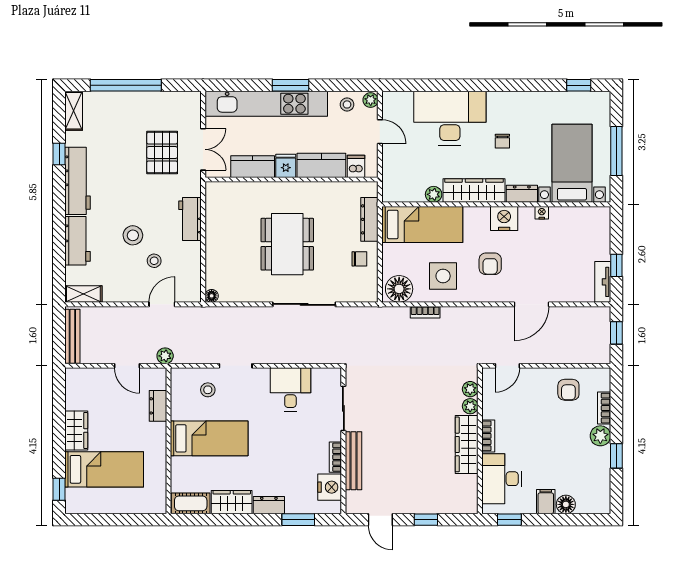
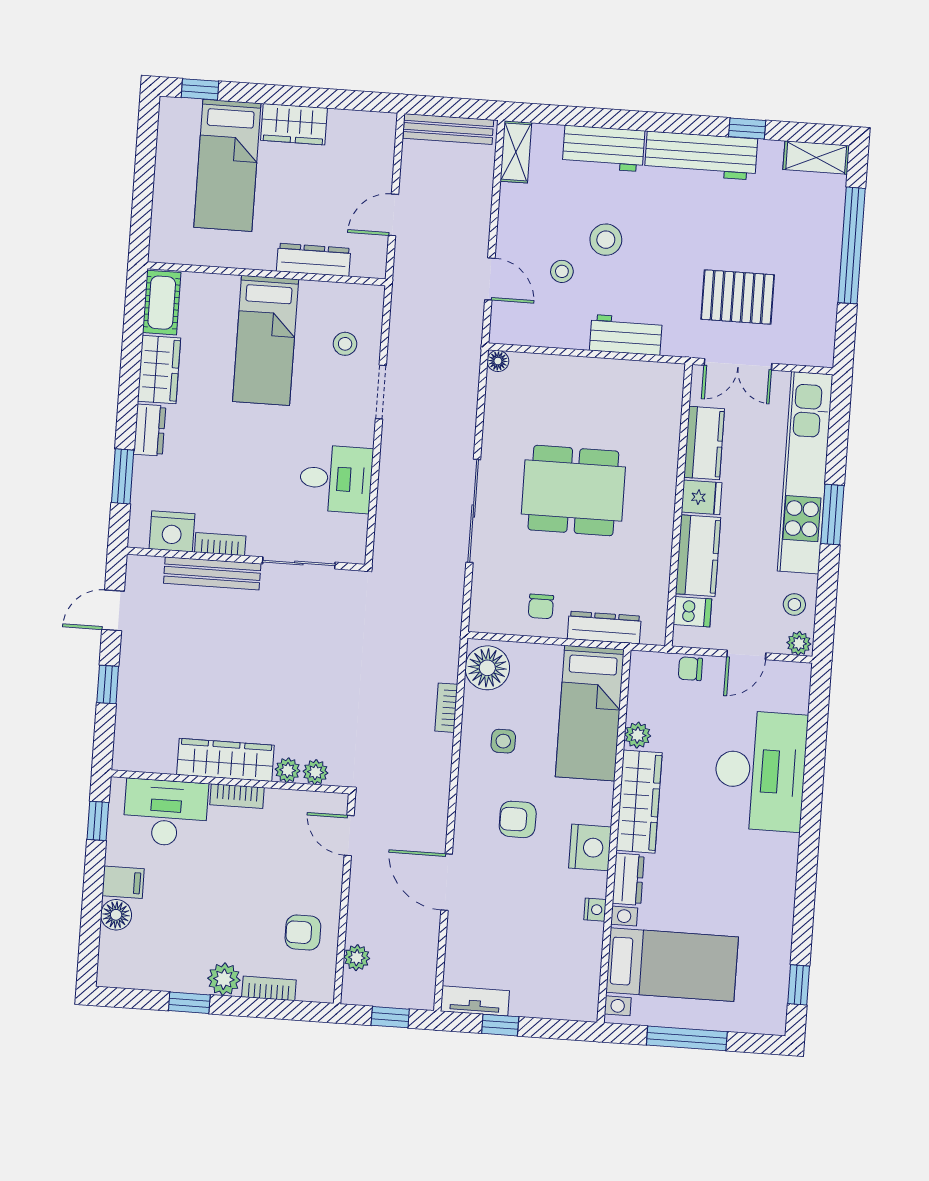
chair: (502, 141) -> (690, 669), moved
side table: (443, 276) -> (503, 741), width x0.54, depth x0.54
plant: (165, 356) -> (357, 958), moved
dresser: (158, 406) -> (314, 260), width x1.44

